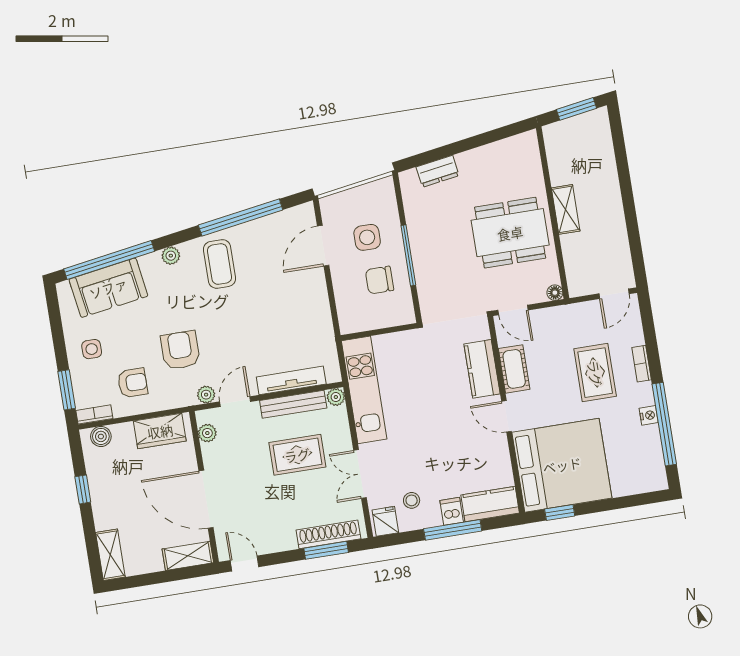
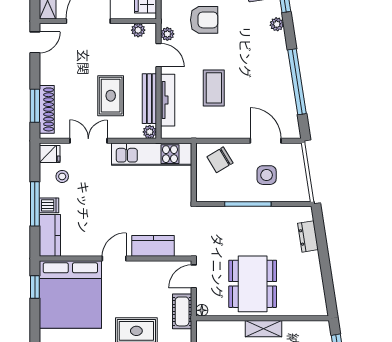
coffee table: (219, 264) -> (214, 88), moved, turned 90
chair: (380, 280) -> (220, 160), moved, turned -121
cot: (514, 369) -> (182, 311), moved, turned 90

